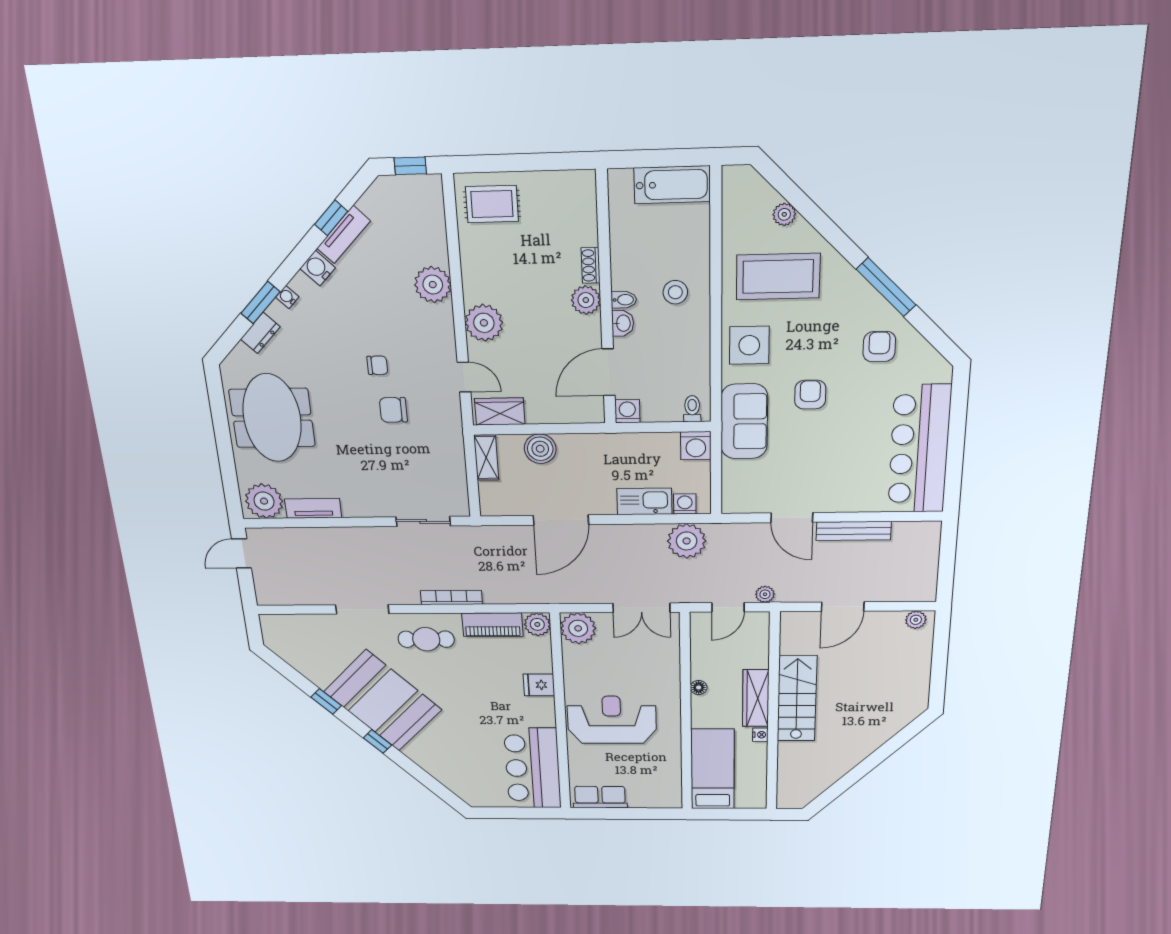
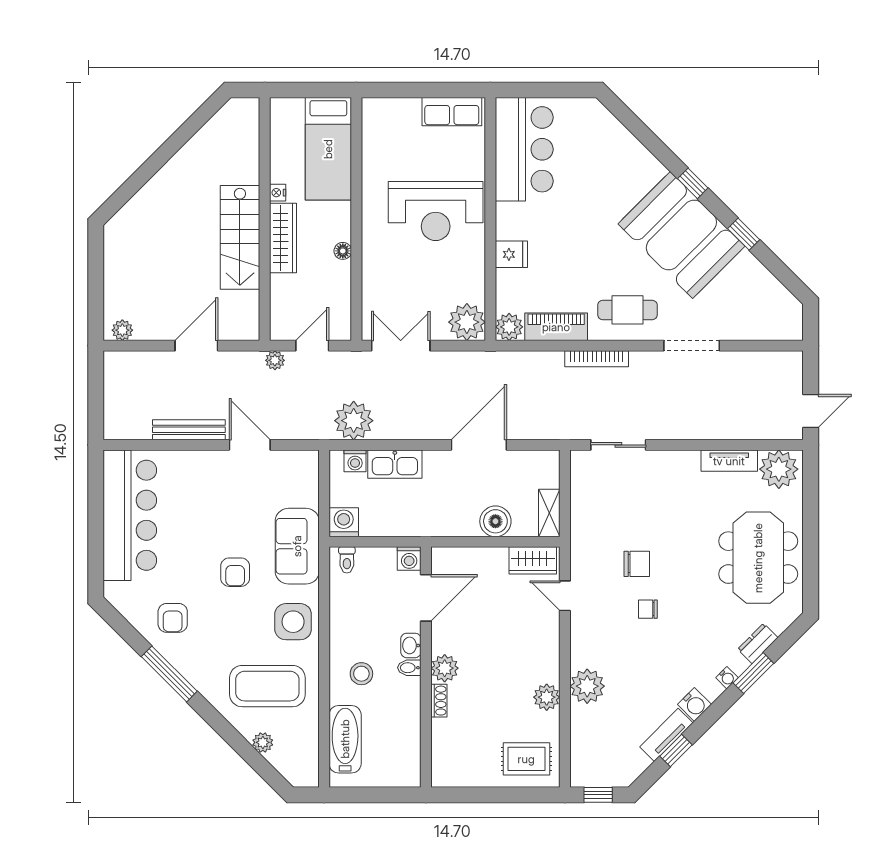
bathtub: (672, 185) -> (345, 739), moved, turned 90
plant: (484, 323) -> (547, 697), moved, width x0.73, depth x0.73

